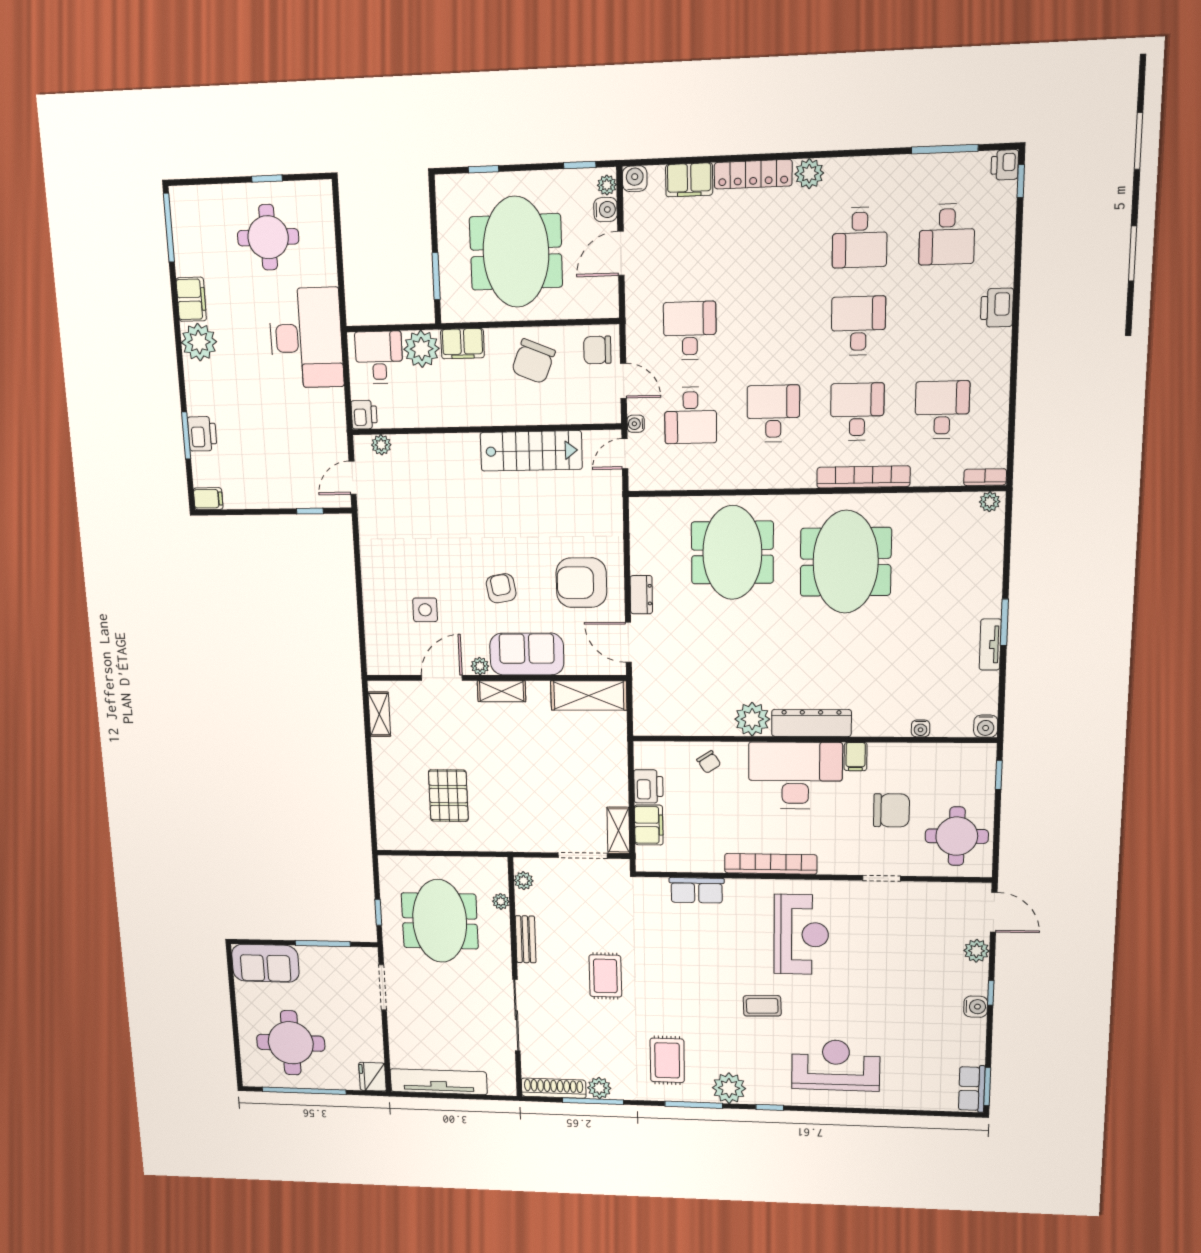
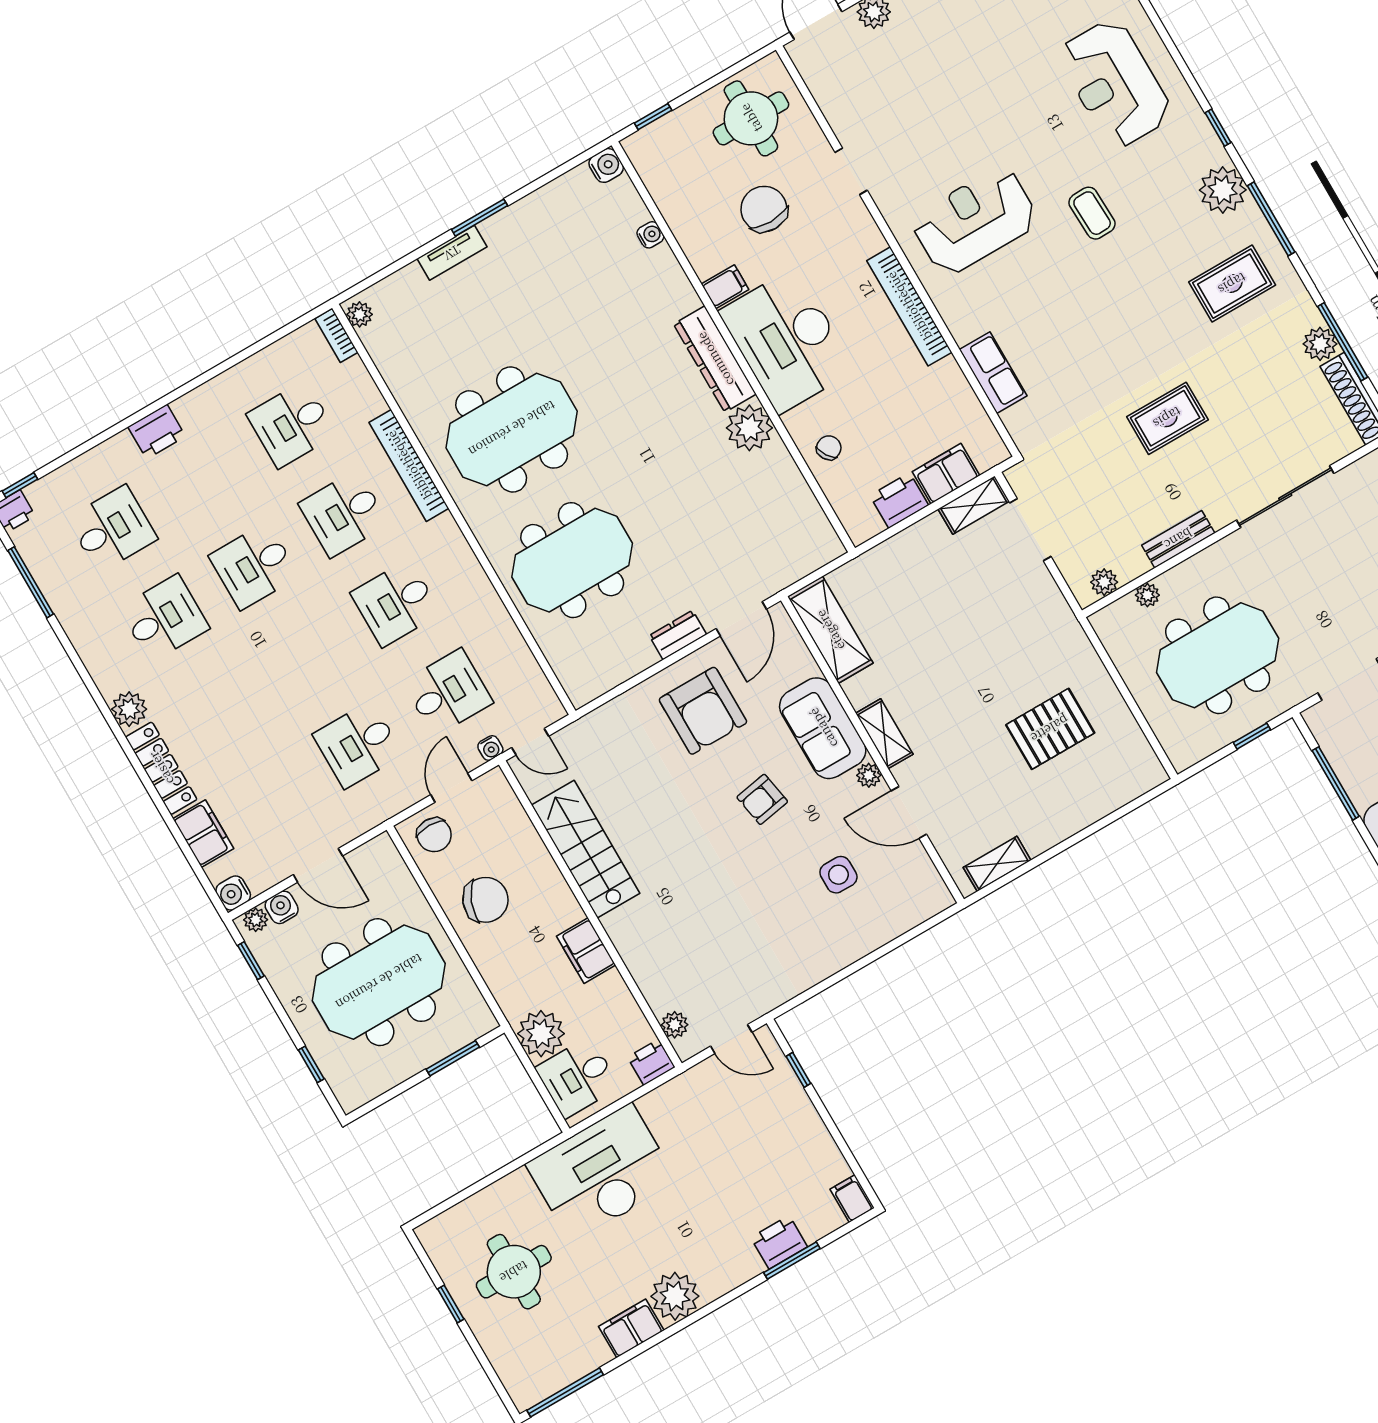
filing cabinet: (462, 344) -> (586, 951), moved, turned 180
tv unit: (990, 645) -> (452, 253), moved

